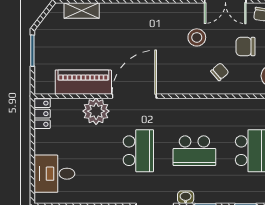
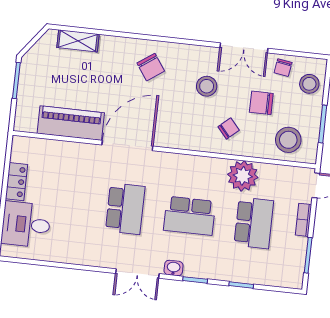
chair: (147, 26) -> (151, 67), added
plant: (96, 111) -> (243, 176), moved
locker: (42, 114) -> (17, 182), moved

